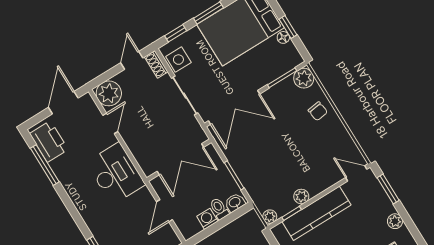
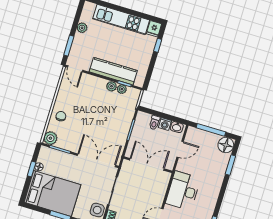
washbasin: (235, 203) -> (177, 127), moved
plant: (270, 217) -> (122, 89), moved

